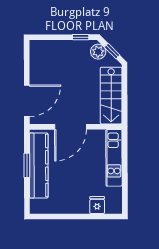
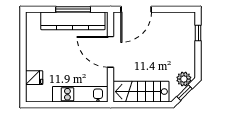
window: (81, 37) -> (198, 33), moved
door: (27, 101) -> (136, 9), hinge flipped
window: (27, 165) -> (73, 9), width x1.44

